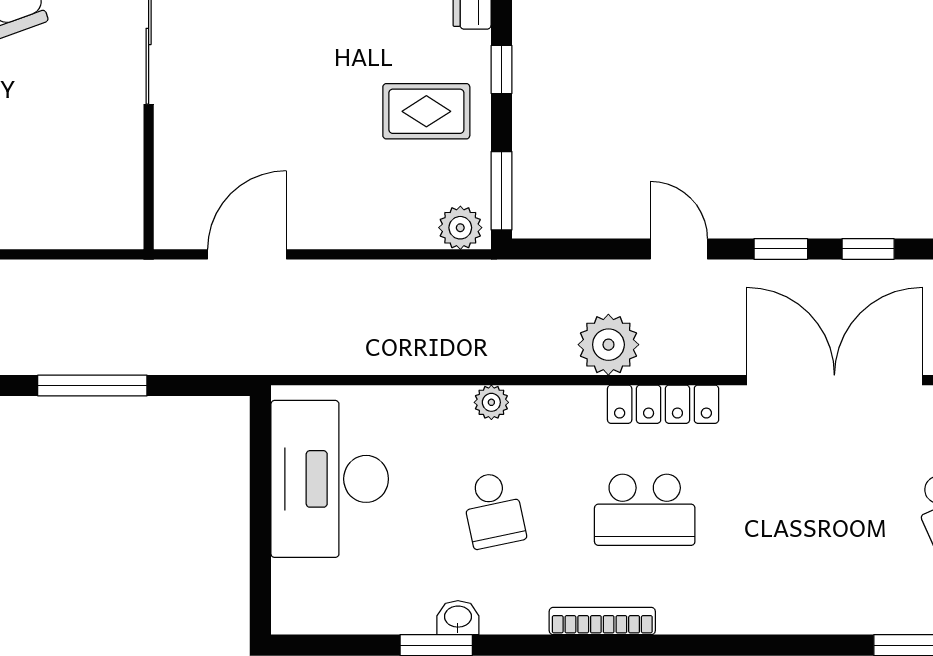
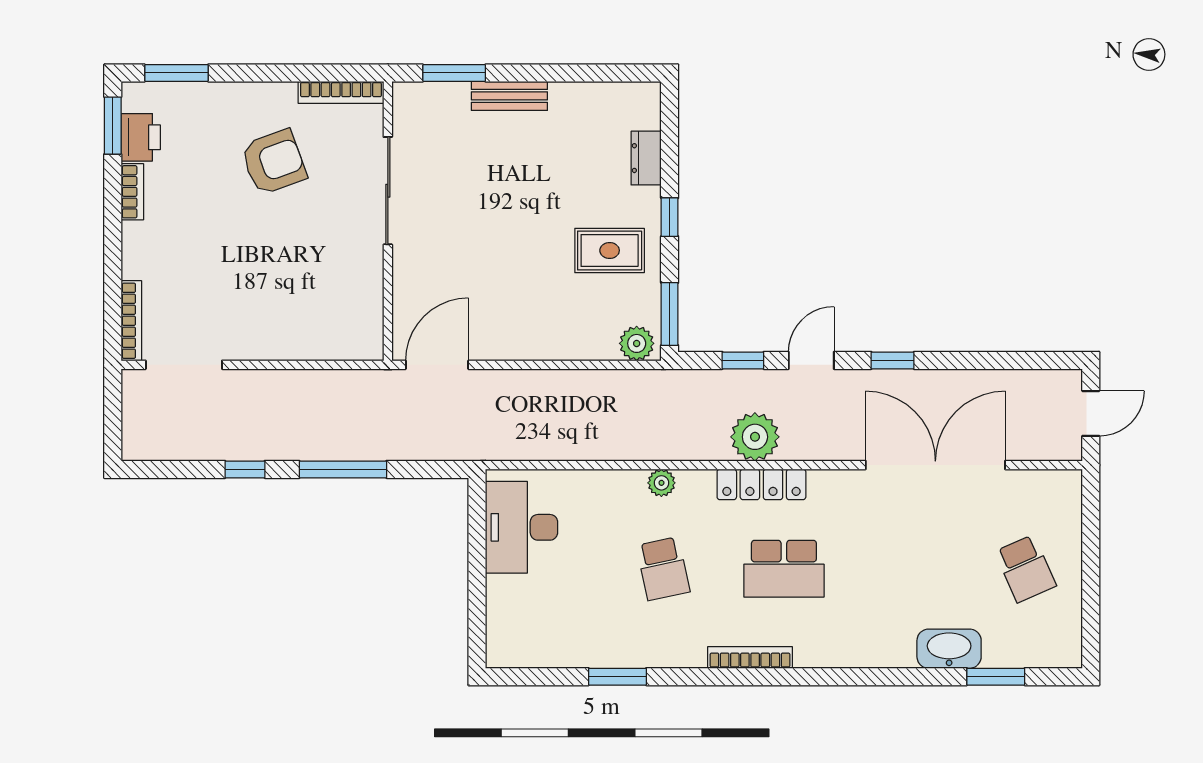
door: (679, 249) -> (811, 360), hinge flipped
window: (868, 249) -> (743, 360), moved
door: (247, 254) -> (437, 365), moved
locker: (663, 404) -> (761, 484), moved
desk: (330, 479) -> (522, 527), width x0.73, depth x0.77
washbasin: (458, 618) -> (949, 649), moved, width x1.91, depth x1.45

